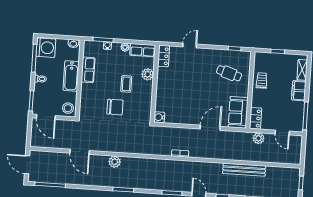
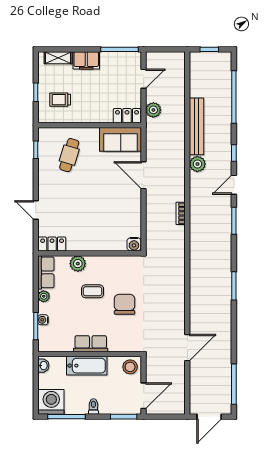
row of seats: (88, 70) -> (91, 344), moved
trolley: (262, 80) -> (60, 100), moved
plant: (115, 162) -> (197, 164), moved

